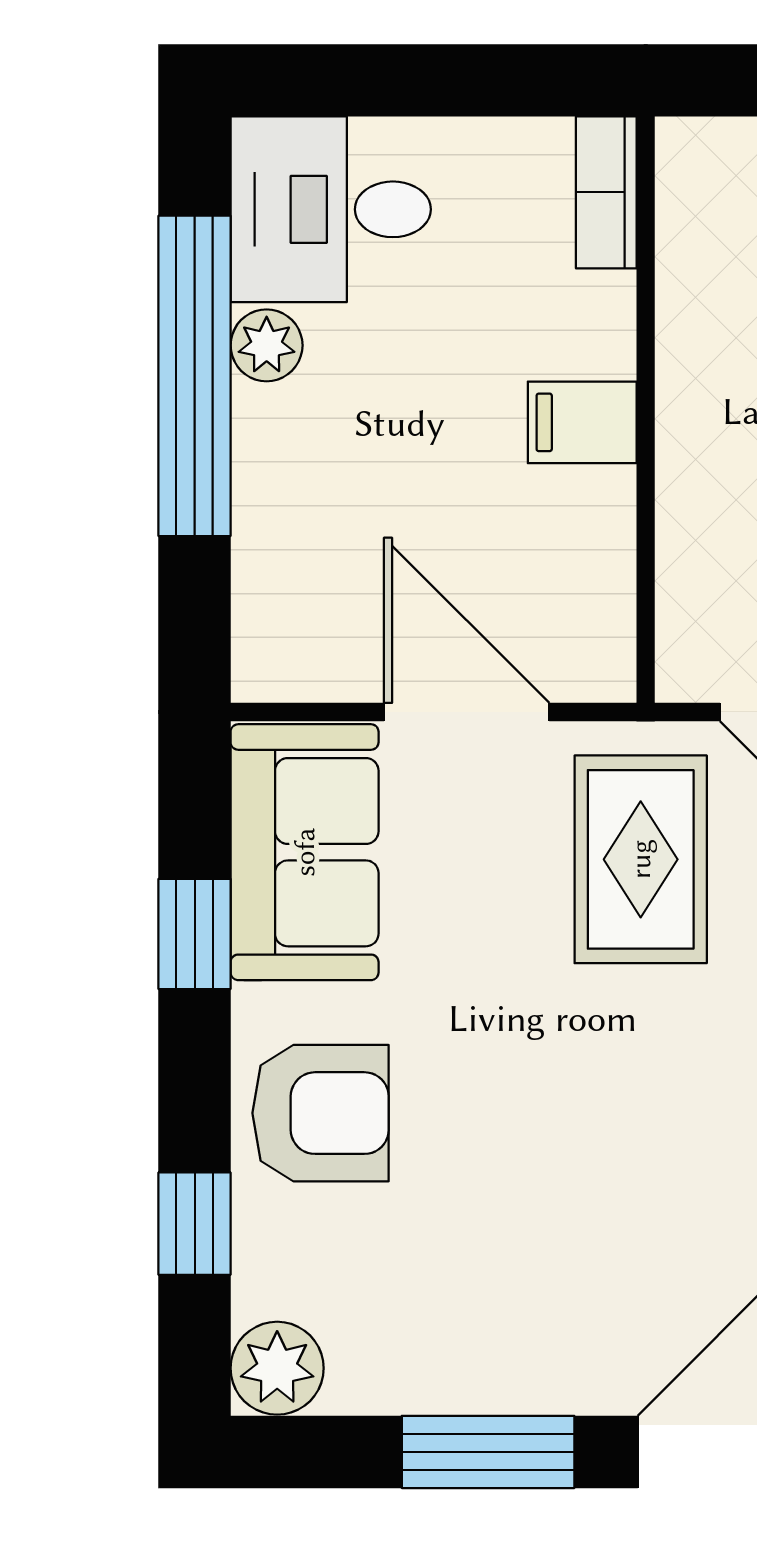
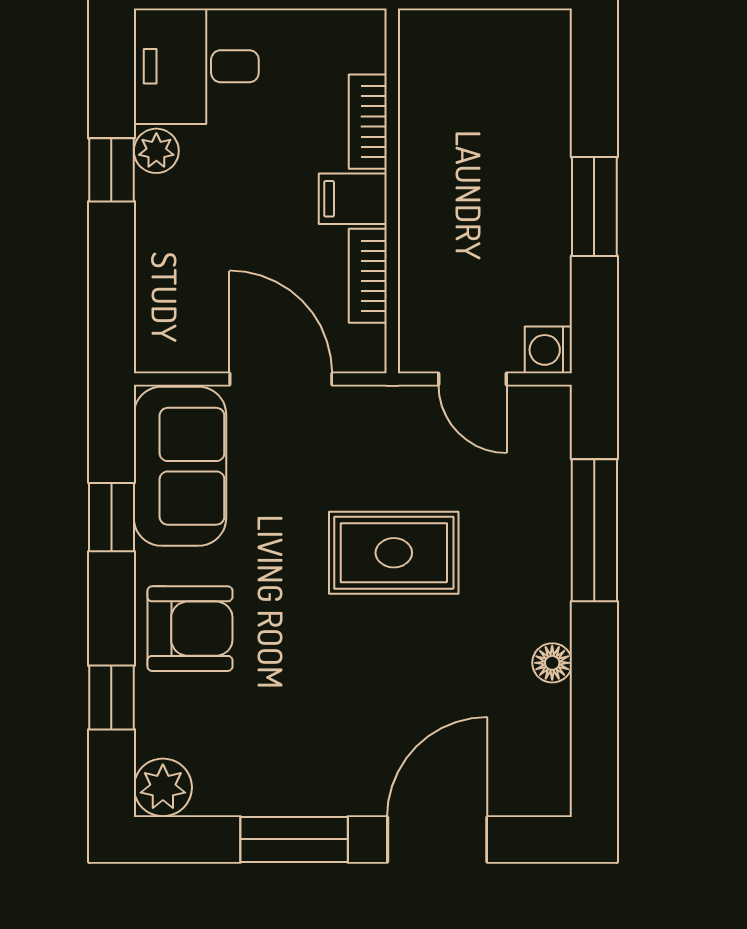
bookcase: (606, 192) -> (368, 122), moved
window: (195, 376) -> (111, 170), width x0.32
bookcase: (606, 546) -> (368, 276), added
rug: (641, 859) -> (394, 553), moved, turned 90

